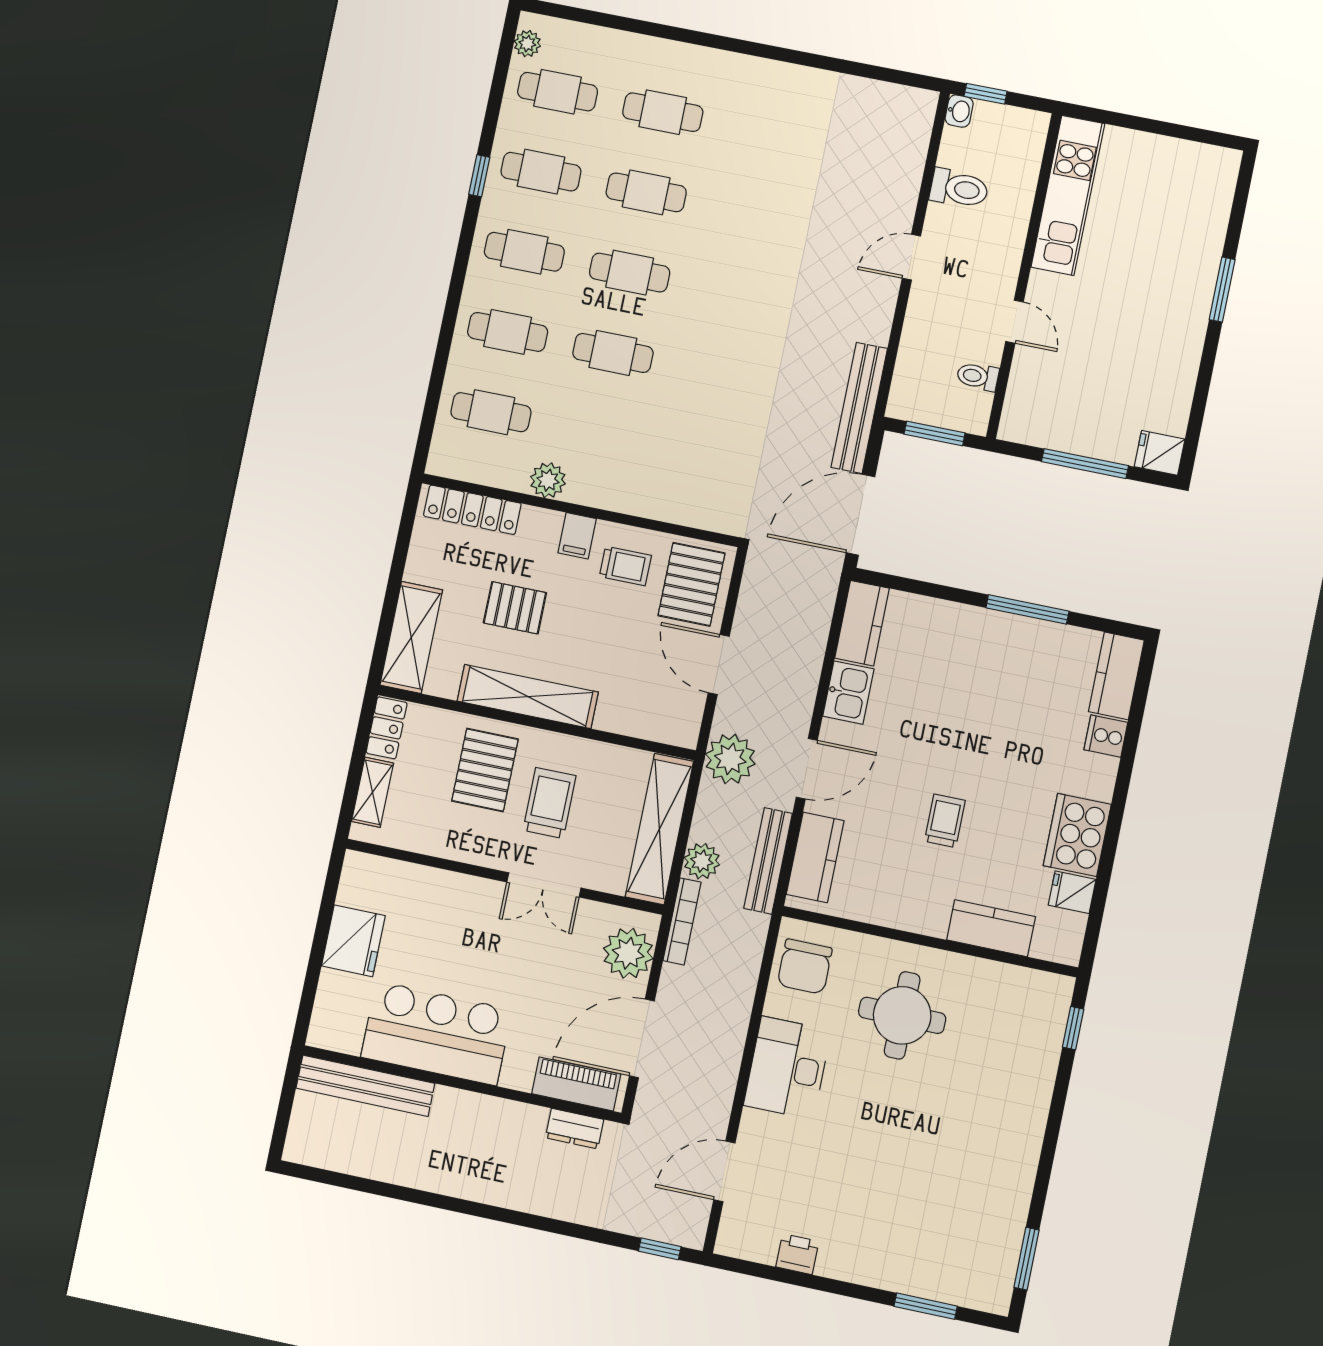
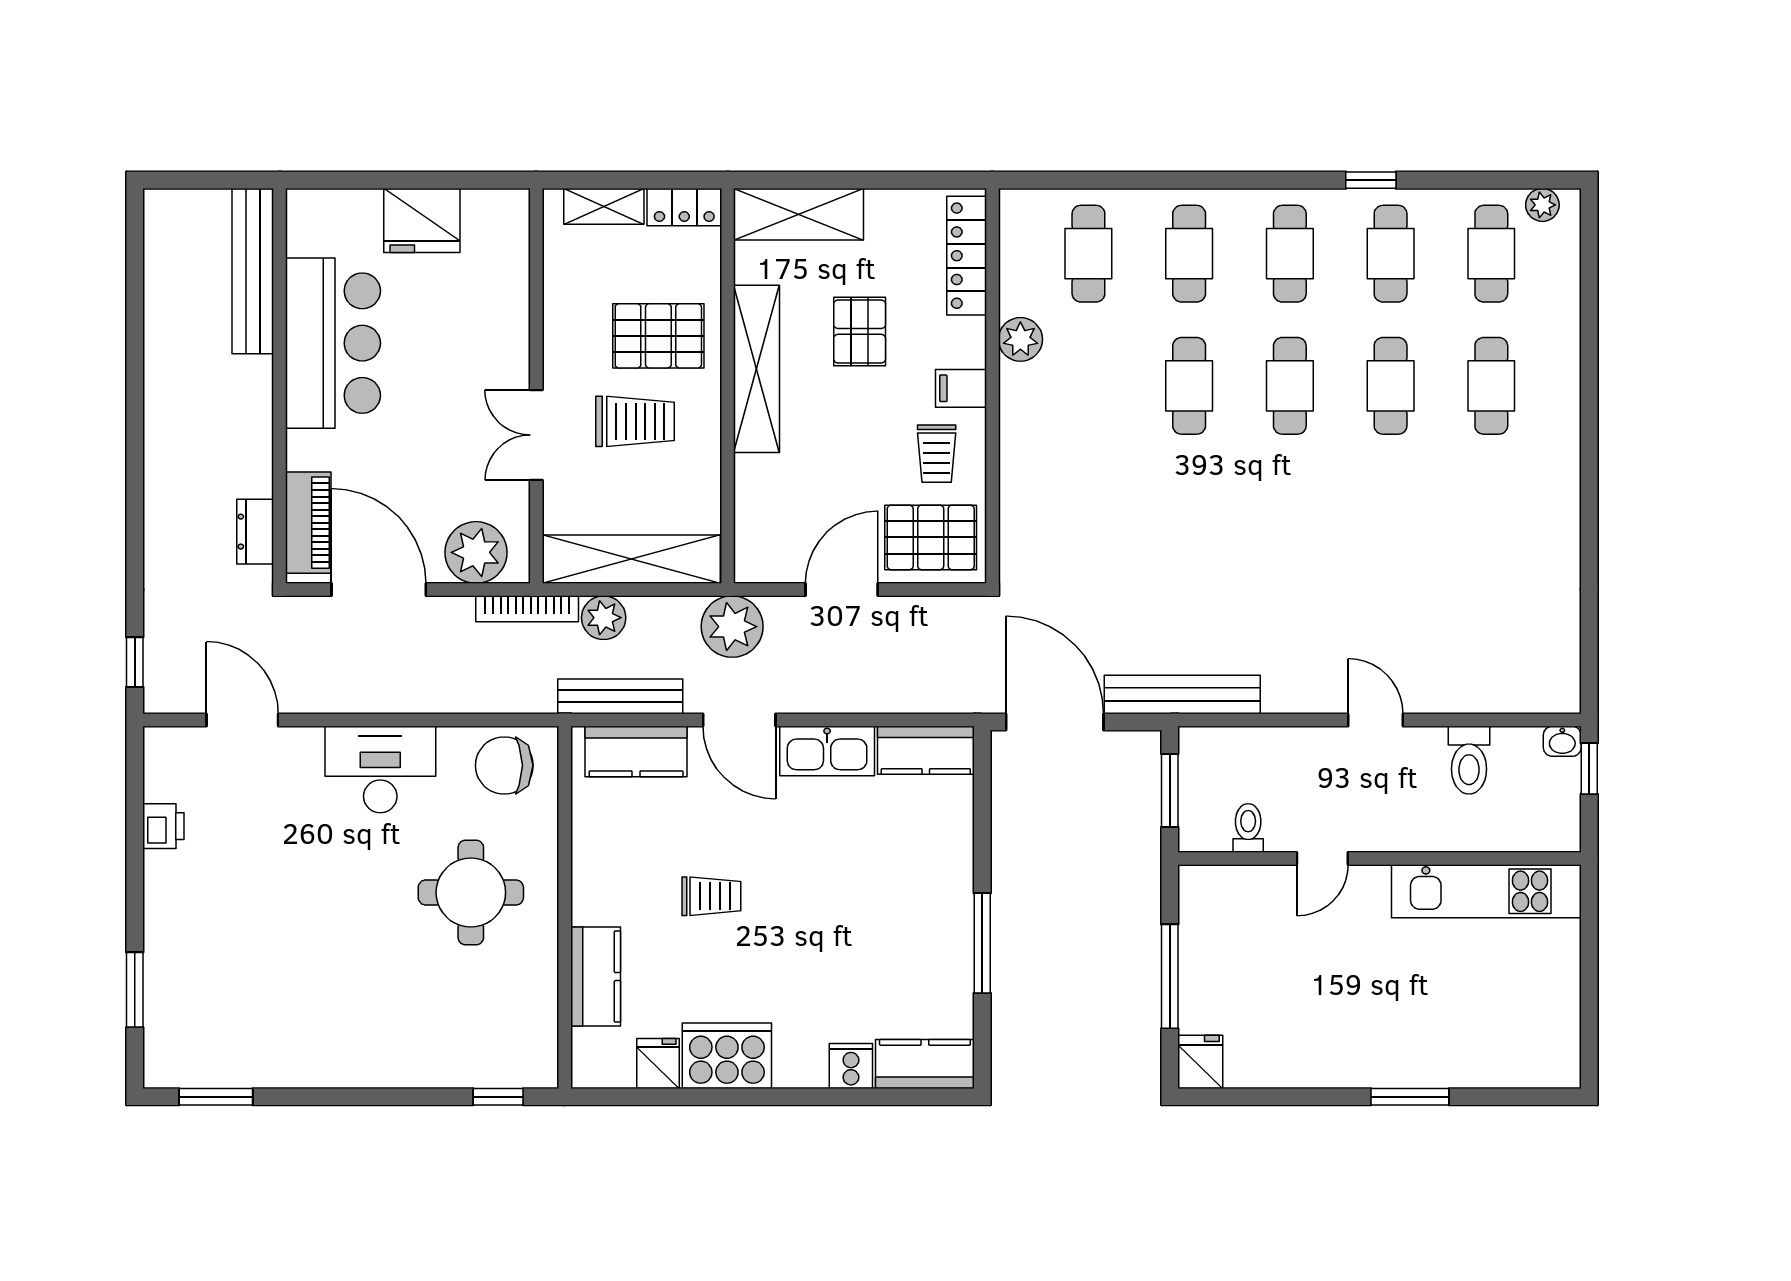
kitchen sink: (848, 693) -> (827, 751), width x1.38

